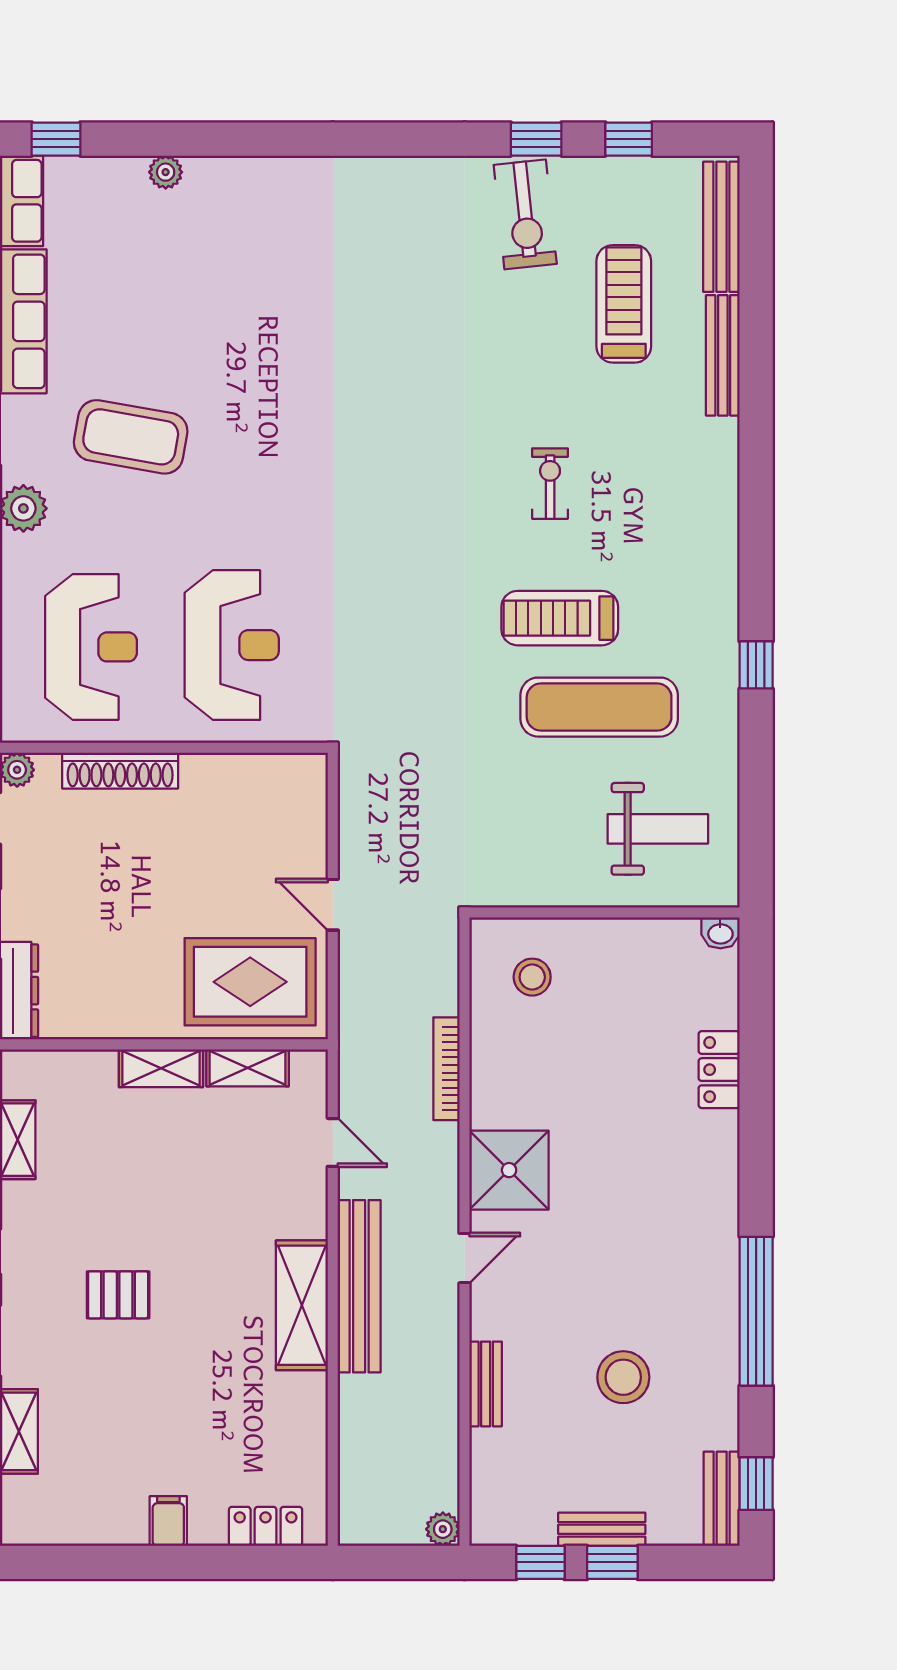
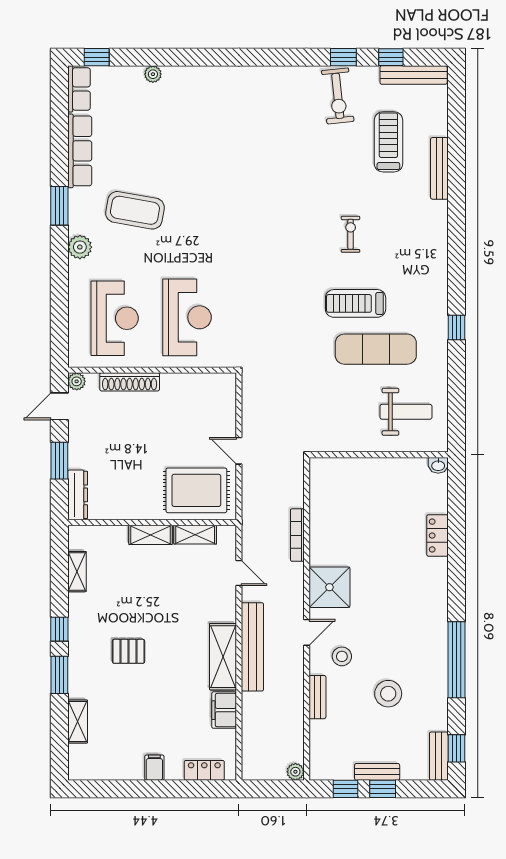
bench: (721, 227) -> (414, 75), moved, turned 90
stool: (532, 977) -> (342, 656), moved
filing cabinet: (304, 1409) -> (224, 710), added

